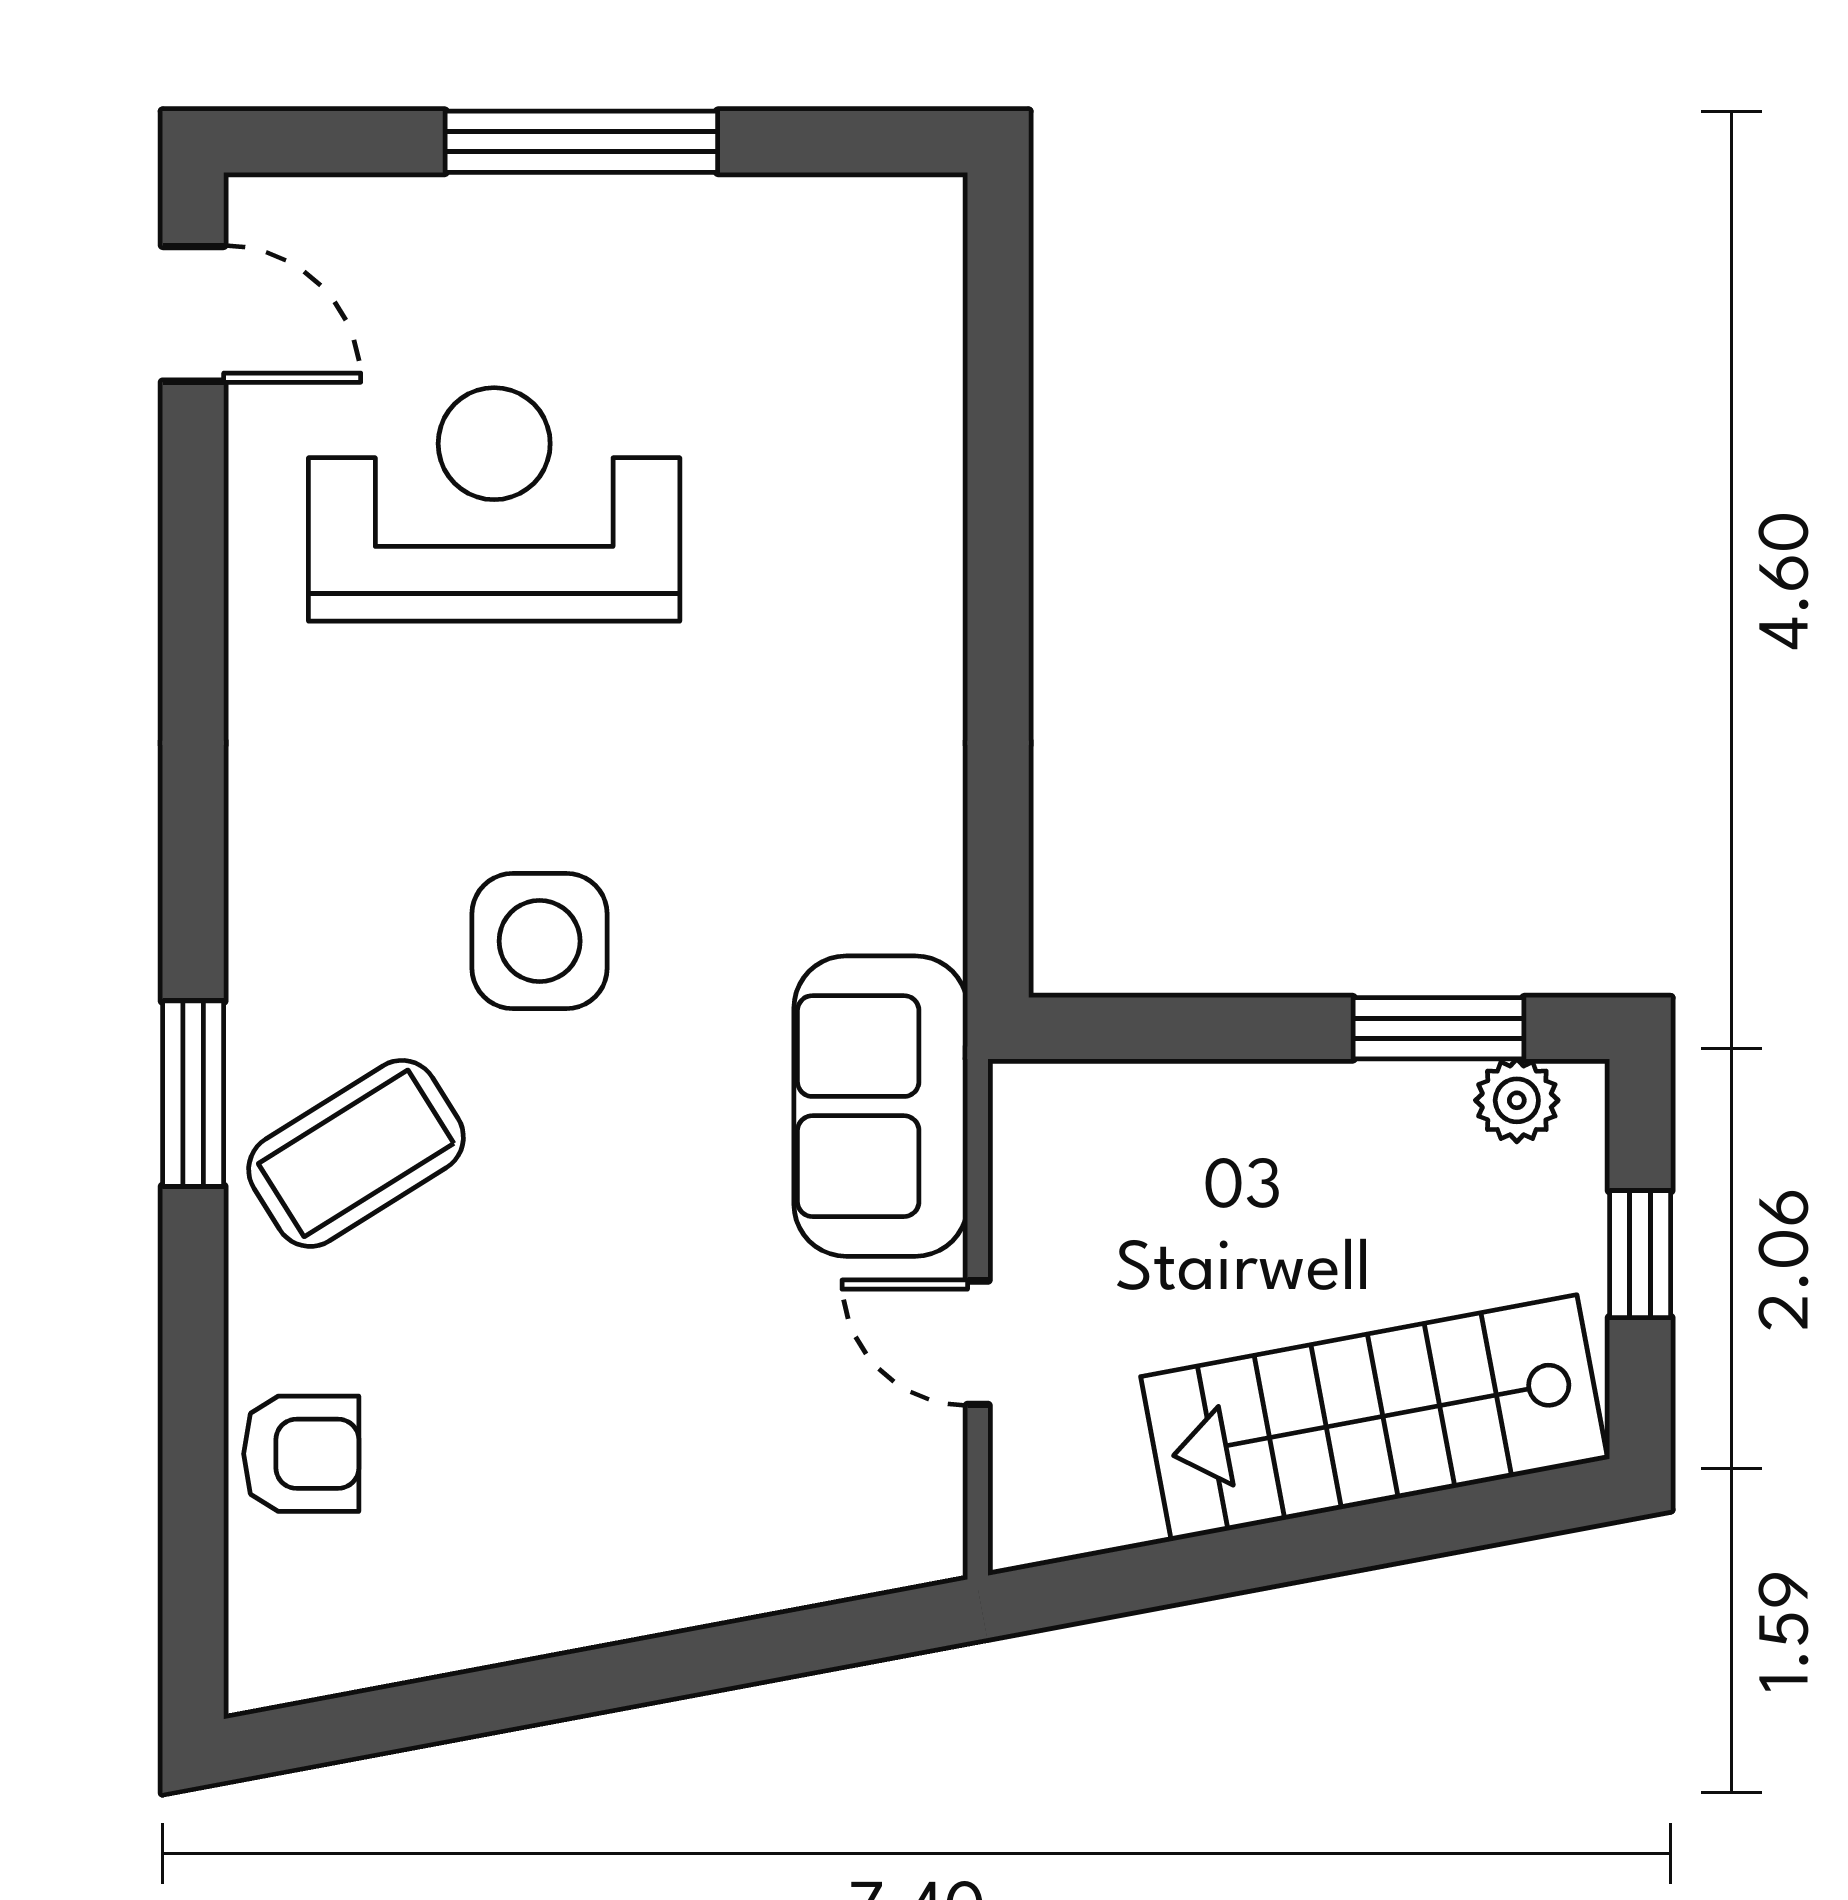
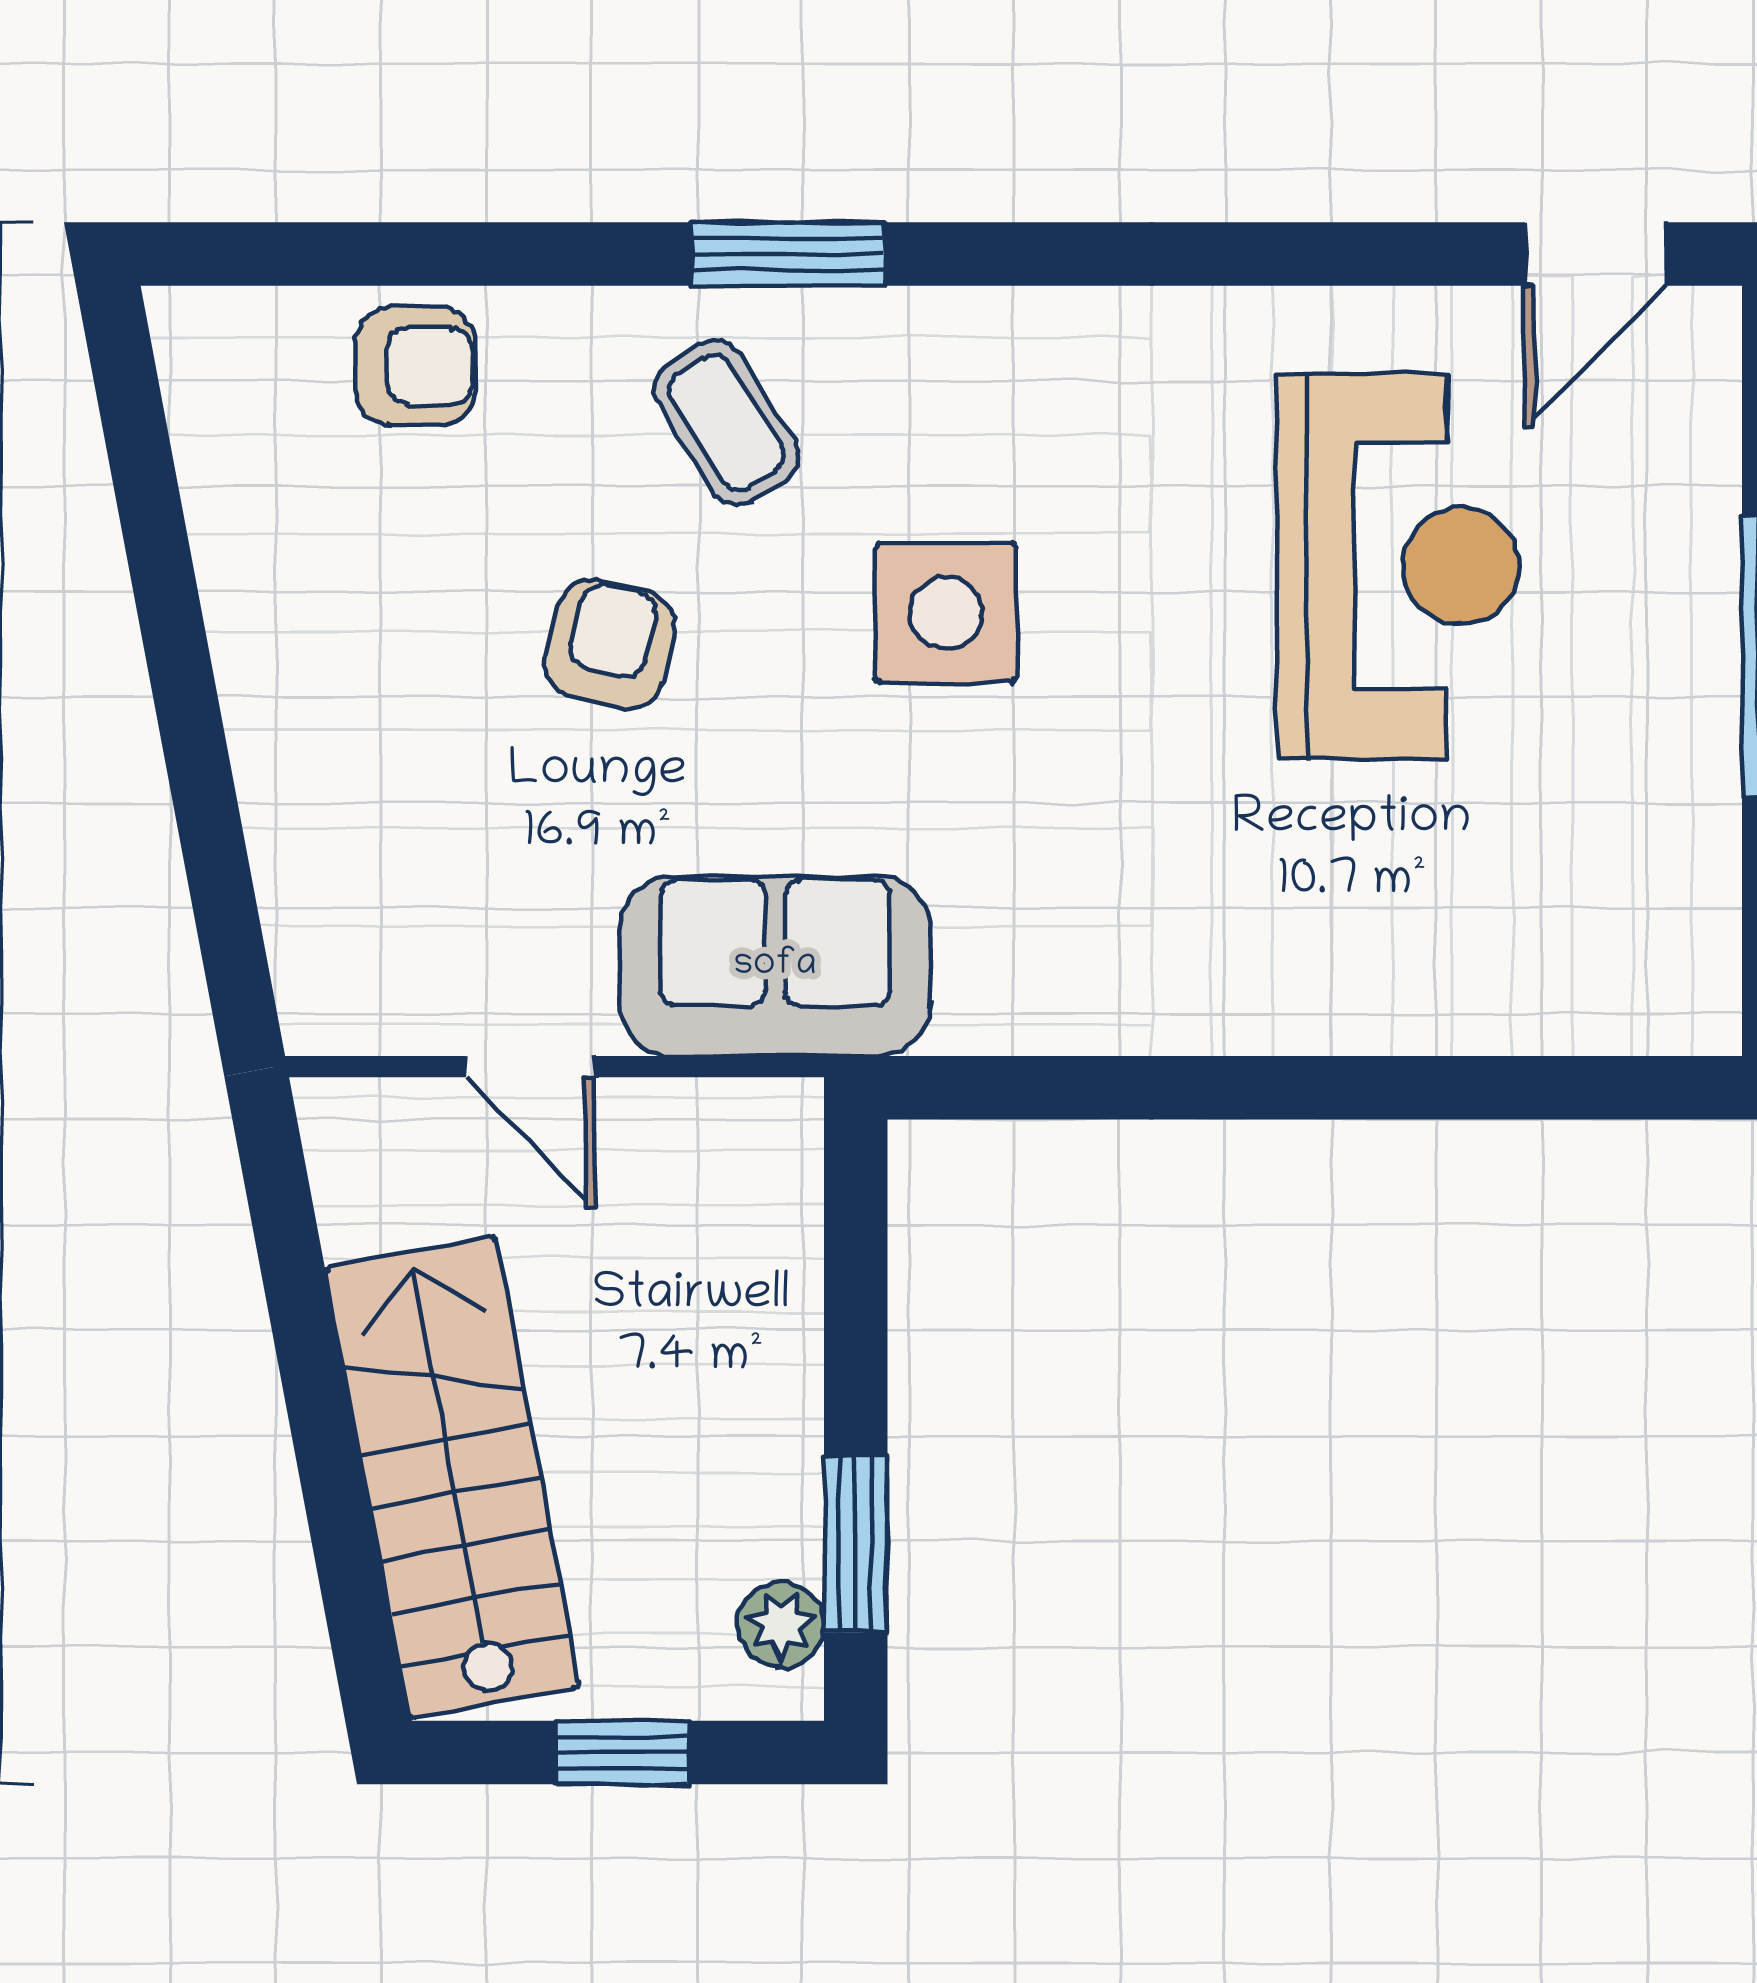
coffee table: (356, 1153) -> (726, 423), width x0.73, depth x0.77
armchair: (570, 1266) -> (610, 644), added
door: (978, 1343) -> (530, 1067), swing flipped
armchair: (301, 1454) -> (415, 366), turned -90

